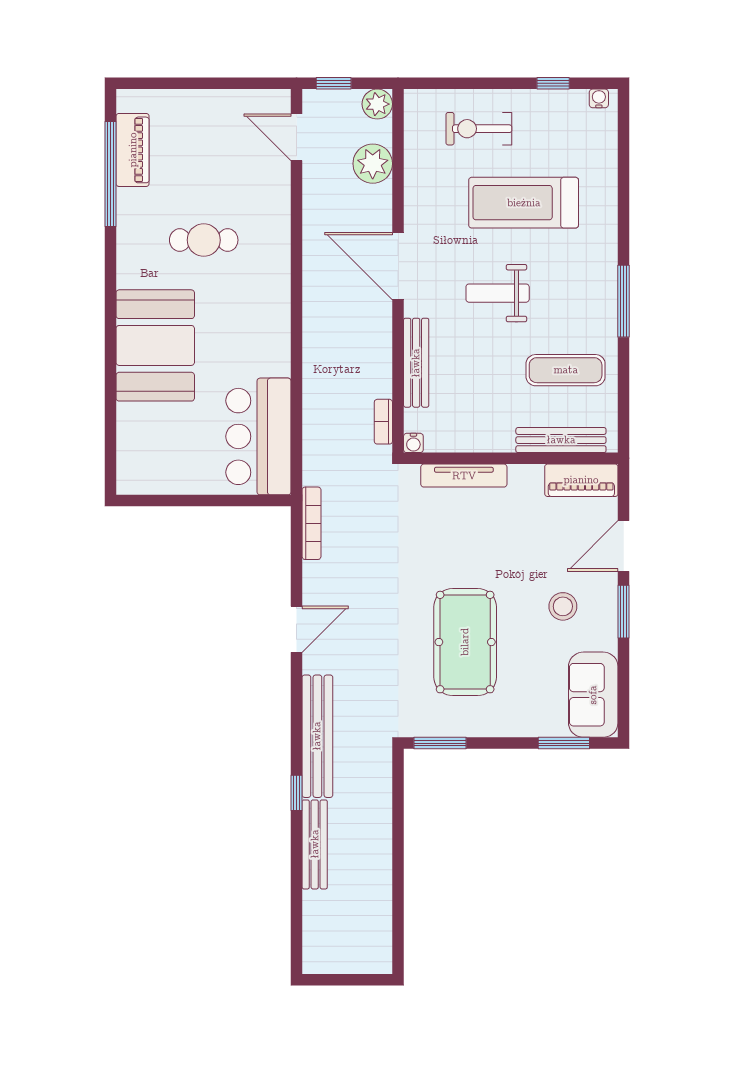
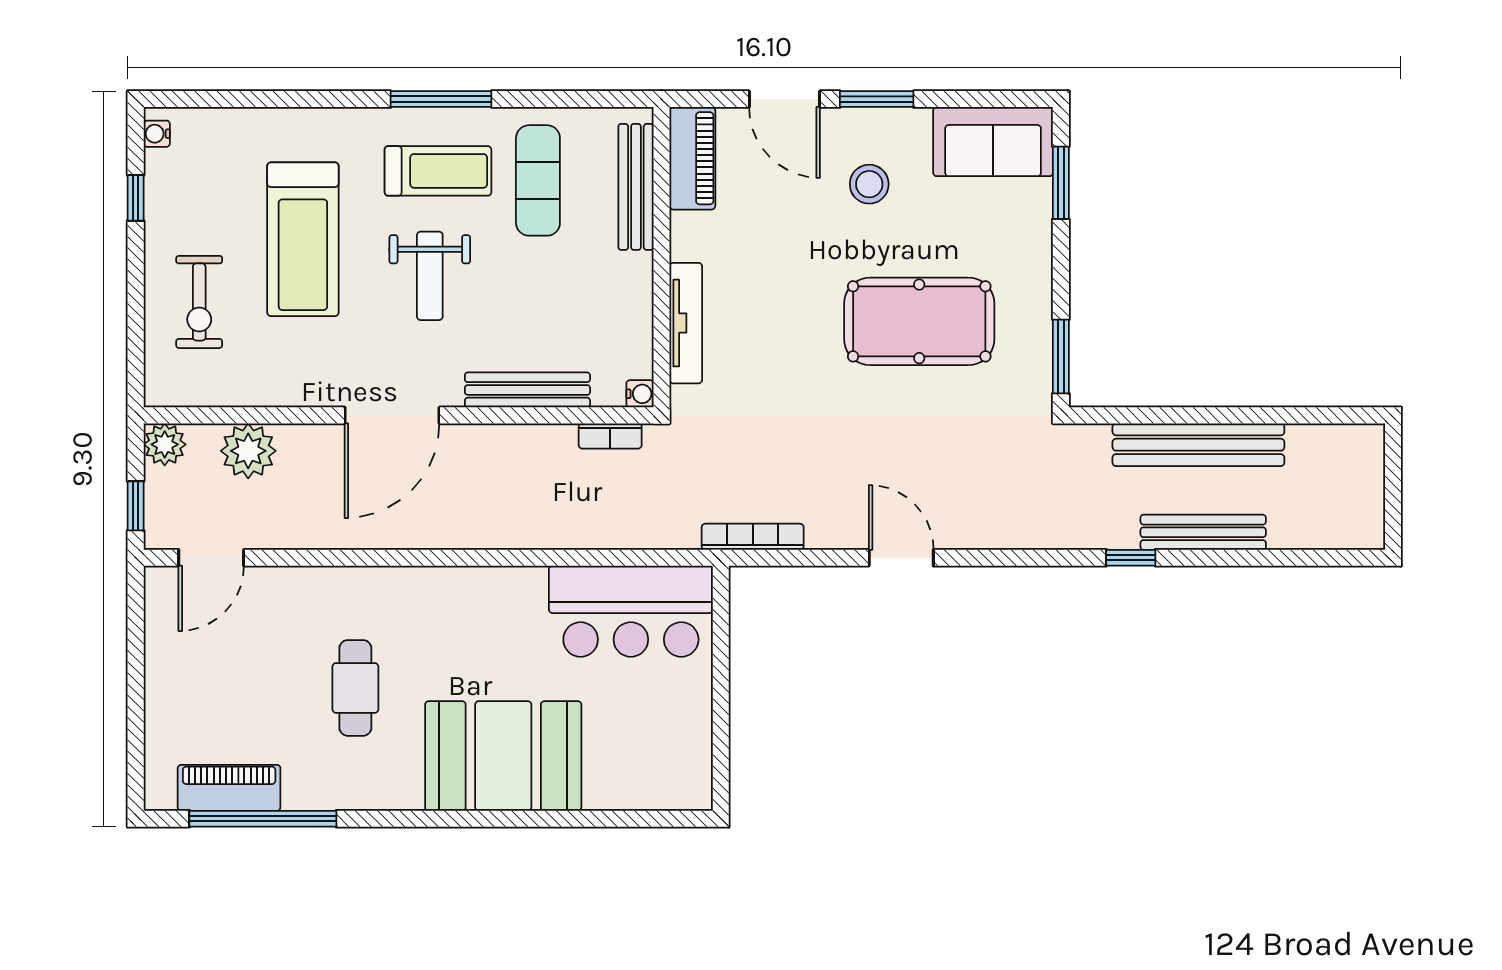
treadmill: (572, 299) -> (438, 171), added
bench: (317, 736) -> (1198, 445), moved

